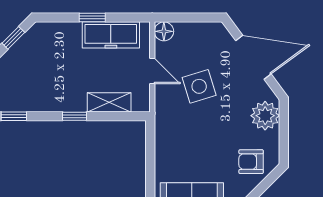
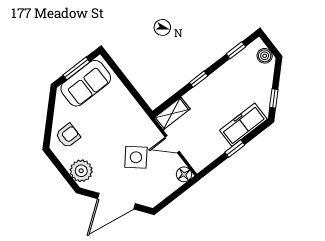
freezer: (111, 35) -> (243, 125), moved
side table: (199, 86) -> (136, 157), turned -32
shelving: (109, 102) -> (172, 114), moved

